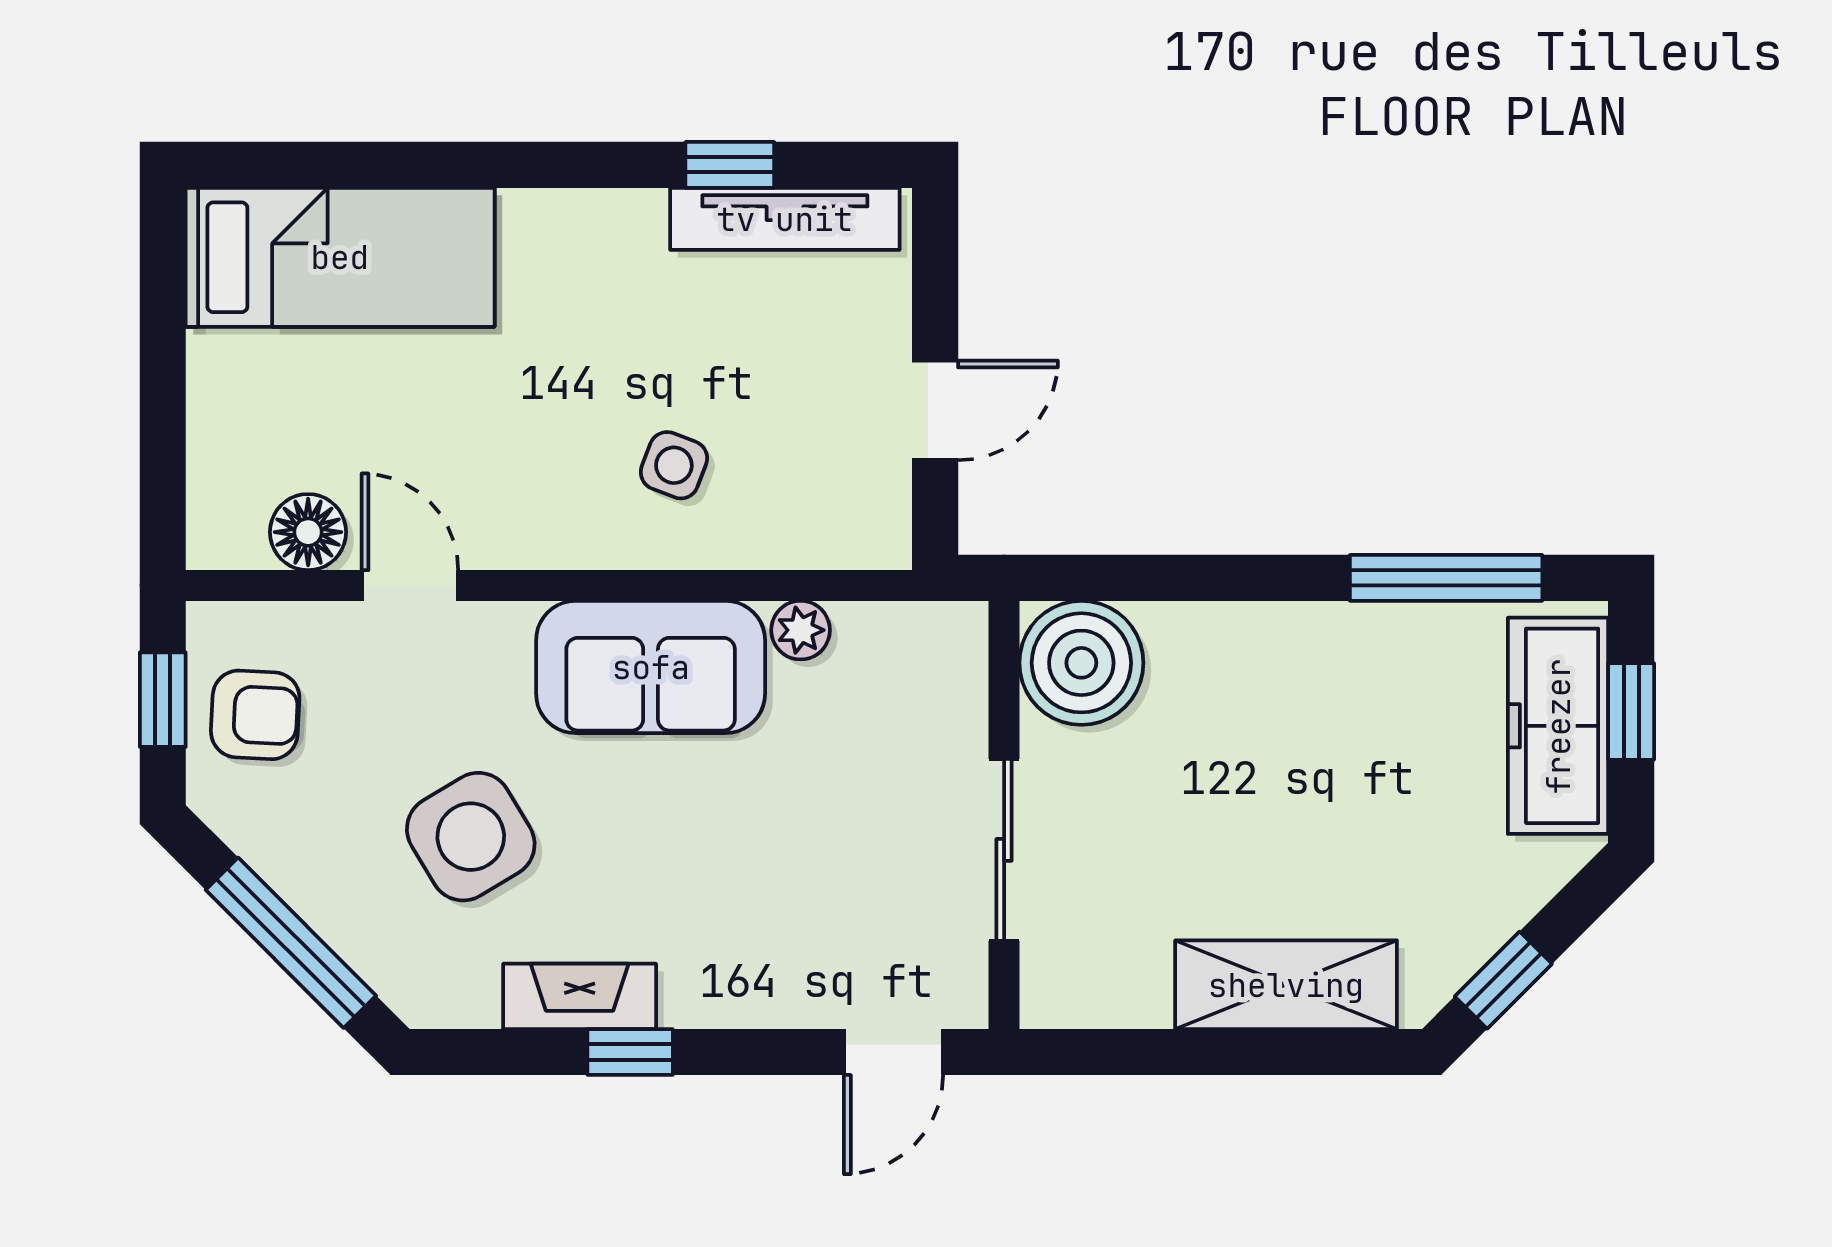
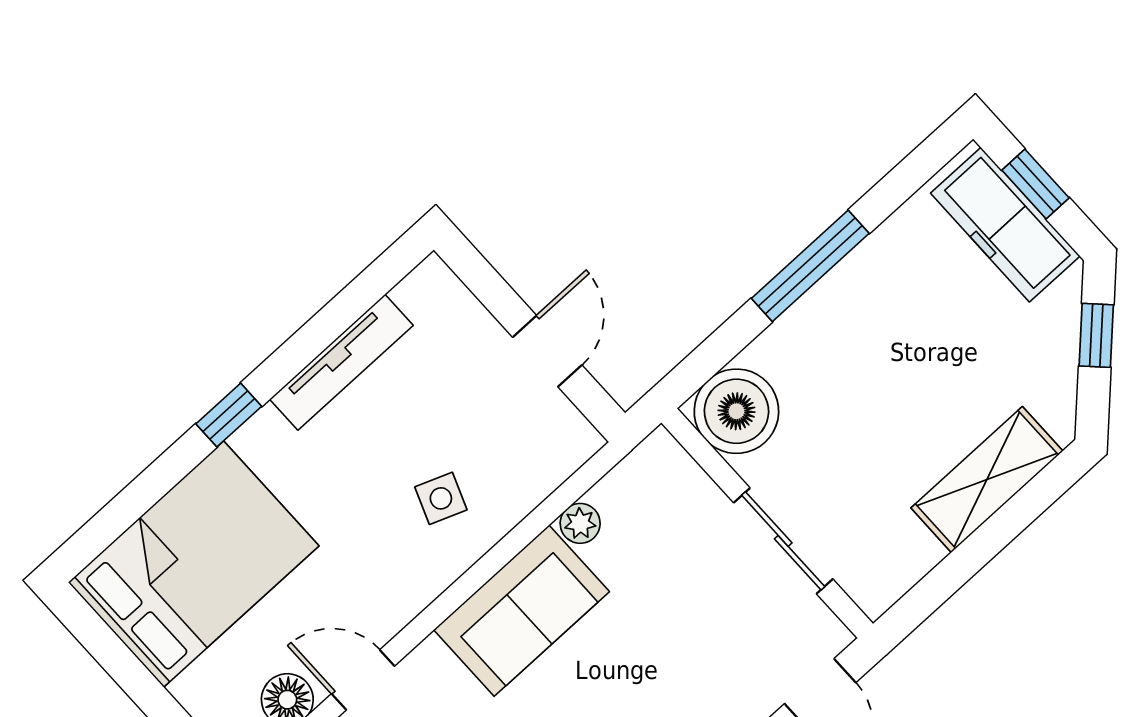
window: (730, 165) -> (229, 415), moved
tv unit: (785, 219) -> (341, 362), moved
bed: (340, 257) -> (194, 564), width x1.50
window: (1446, 578) -> (810, 266), moved
window: (1503, 980) -> (1096, 335), moved

